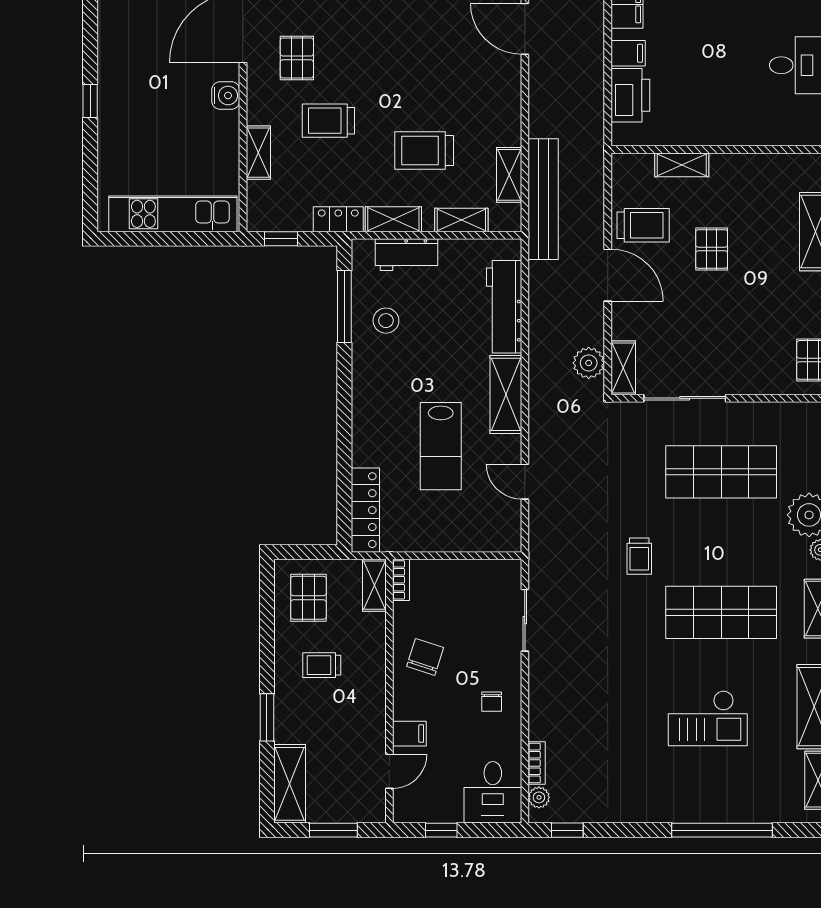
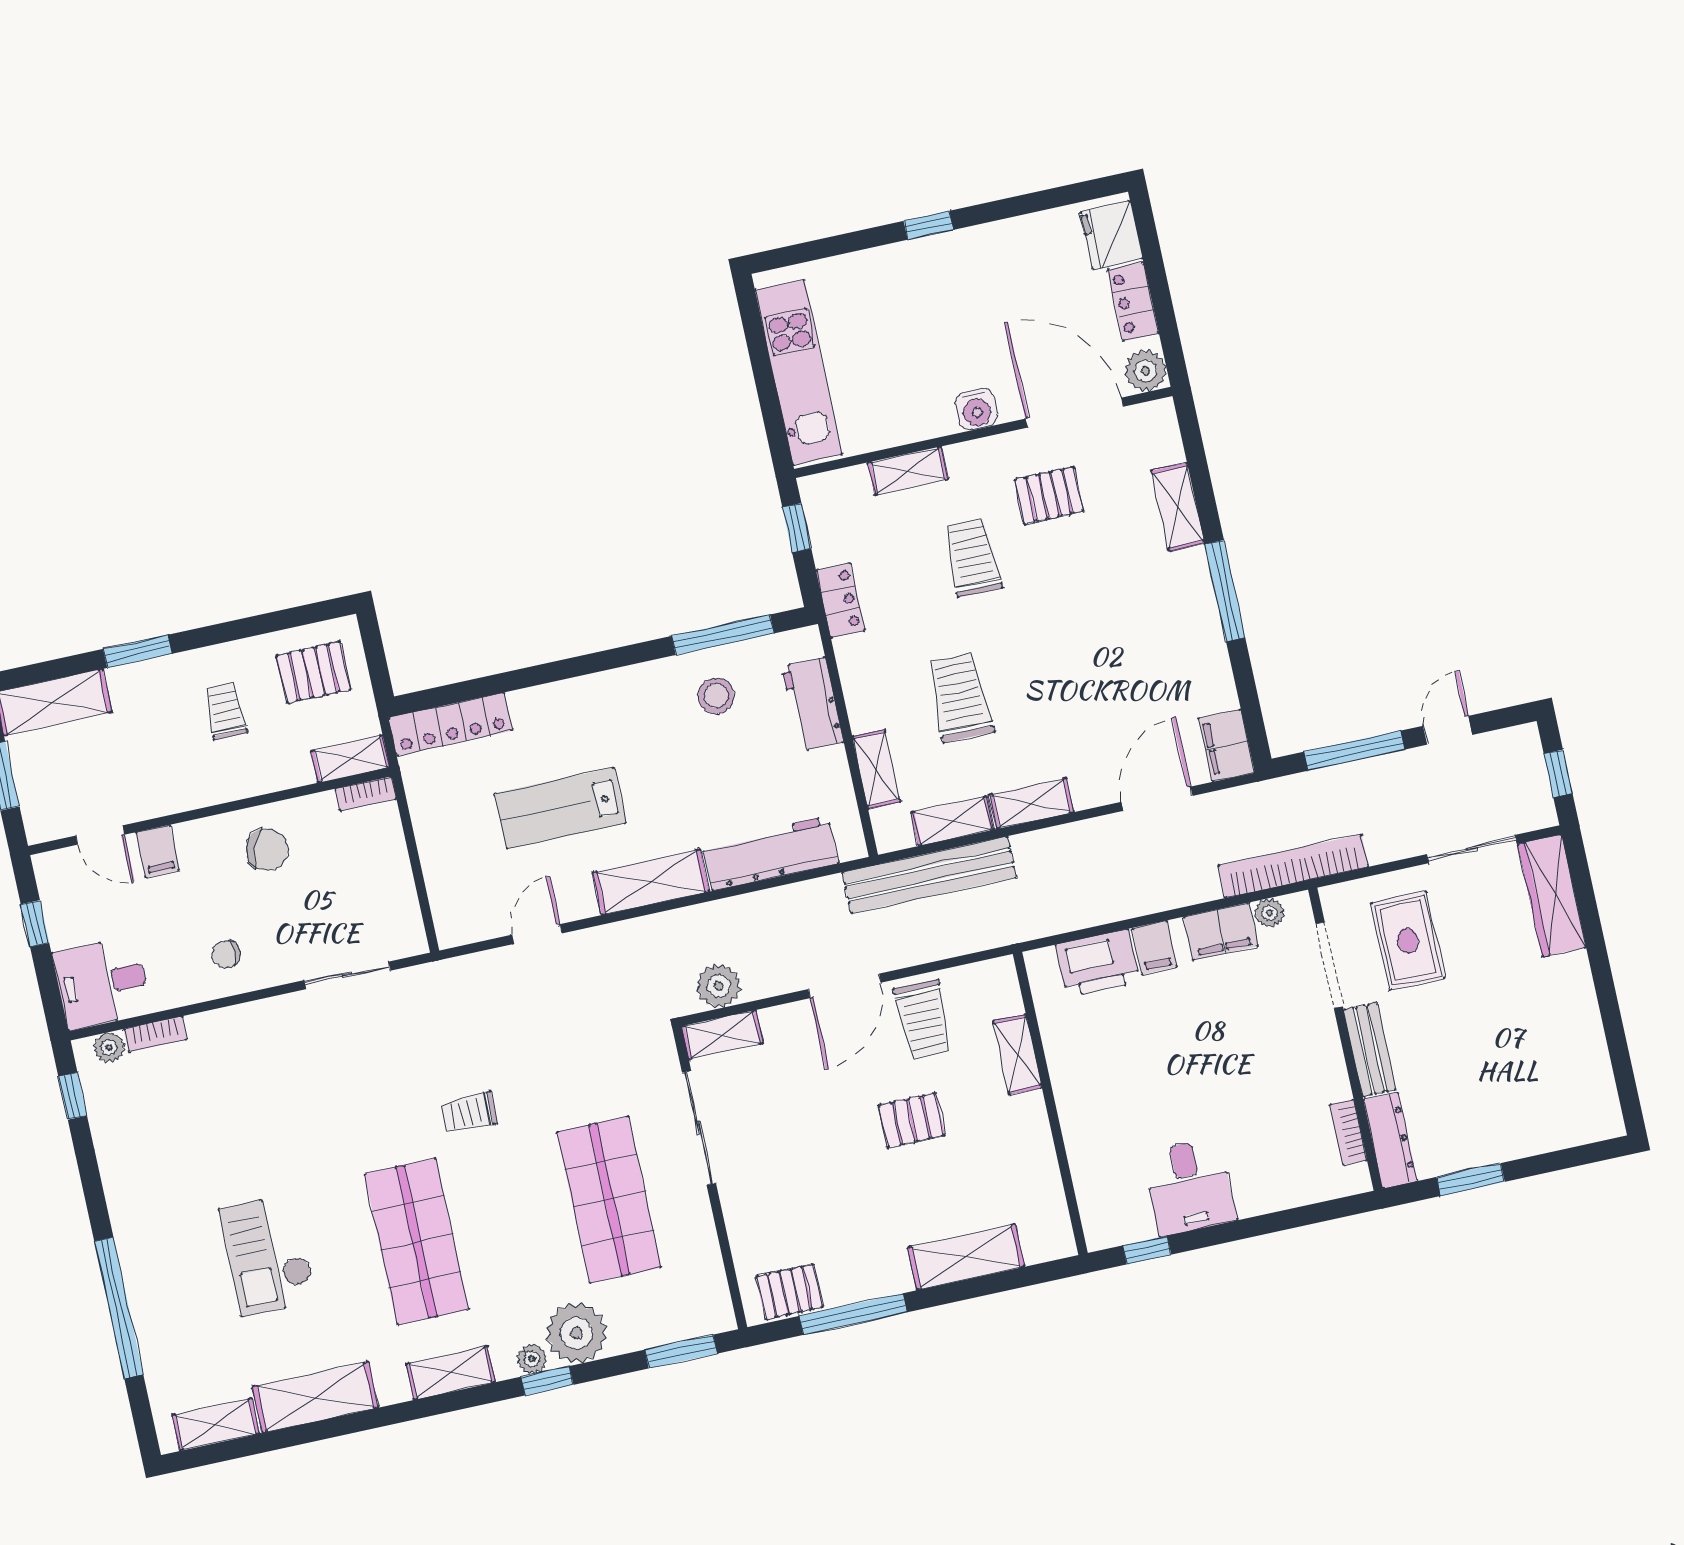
shelving: (393, 219) -> (1031, 803), moved, turned 90

